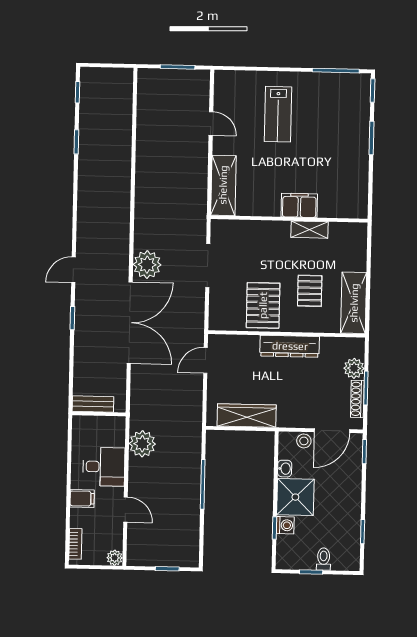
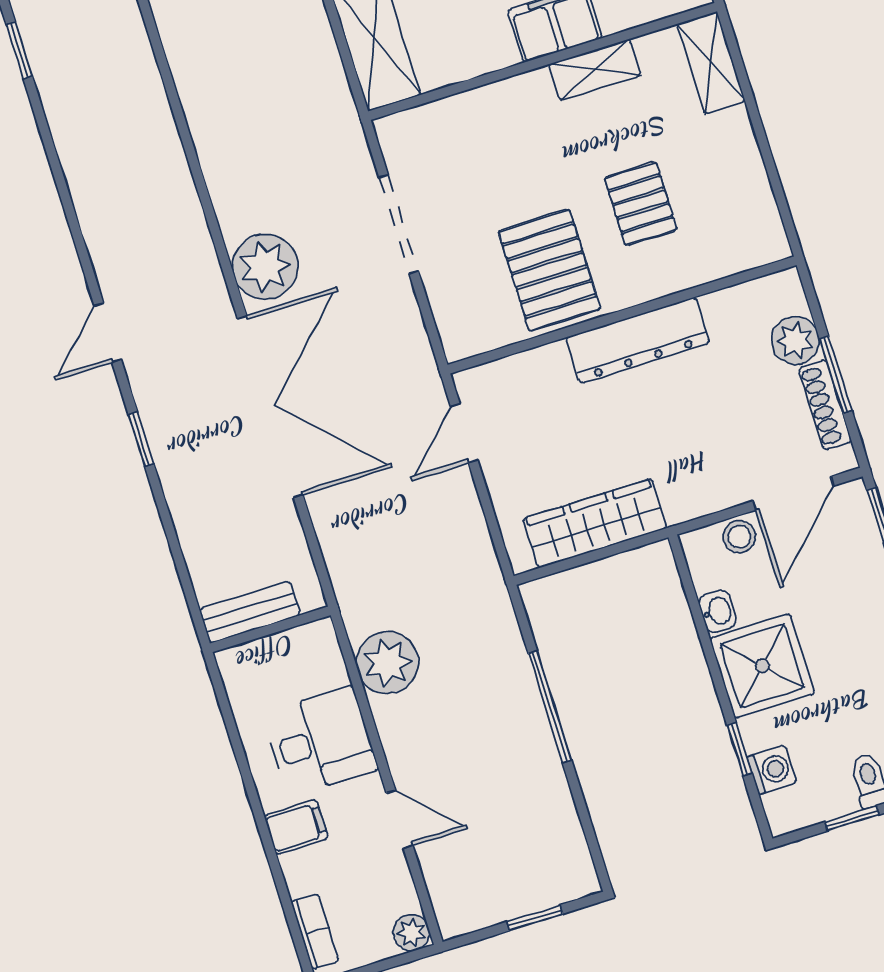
shelving: (354, 303) -> (711, 63), moved, width x0.67, depth x0.75
washing machine: (285, 525) -> (772, 770), moved

